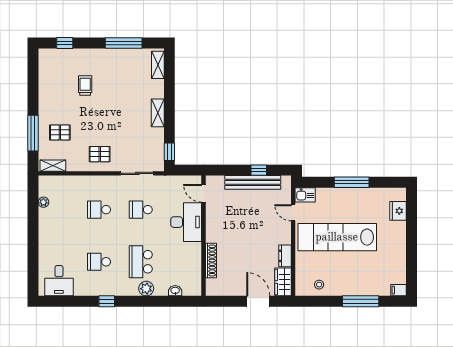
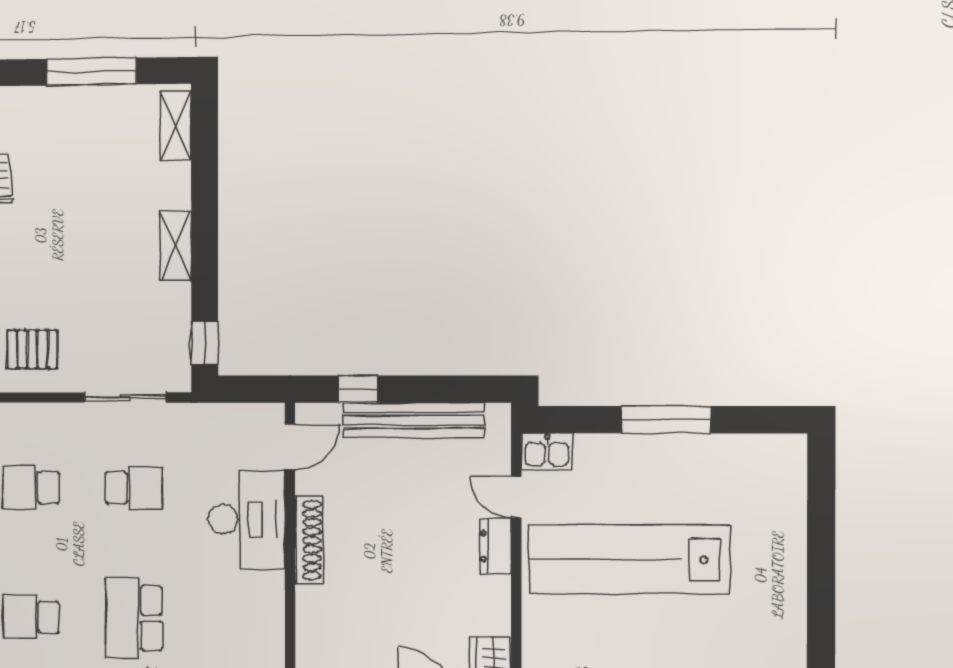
window: (259, 170) -> (358, 389), moved
door: (204, 193) -> (290, 447), swing flipped
school desk: (141, 210) -> (134, 488), turned 180
fridge: (398, 211) -> (786, 493), removed
dresser: (285, 256) -> (495, 546), moved
shoe rack: (211, 261) -> (308, 540), moved

